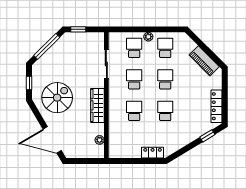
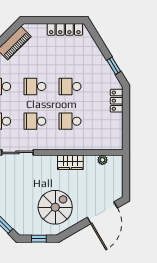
spiral stairs: (57, 98) -> (55, 207), turned 90
wardrobe: (97, 105) -> (70, 162), width x0.67
window: (207, 136) -> (114, 66), moved

